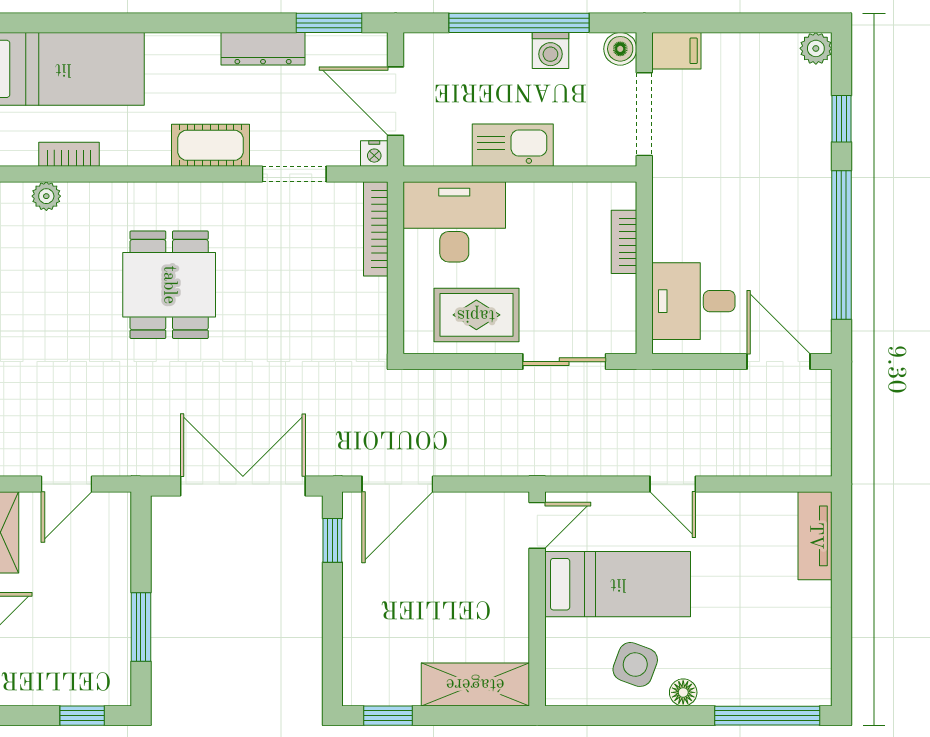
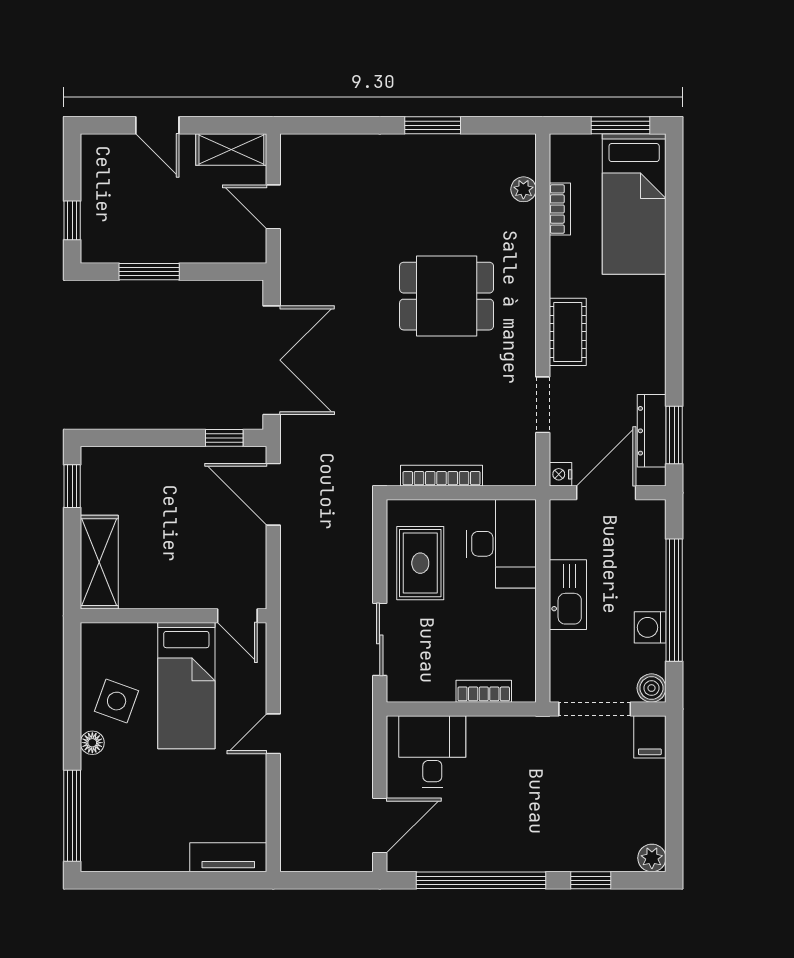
dresser: (263, 49) -> (652, 431), moved
bookcase: (376, 229) -> (442, 476), moved

